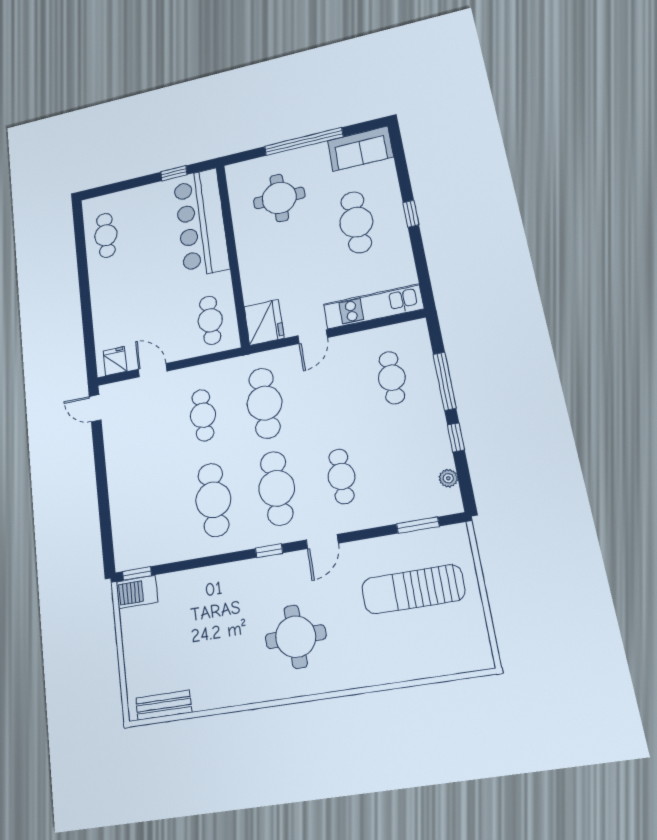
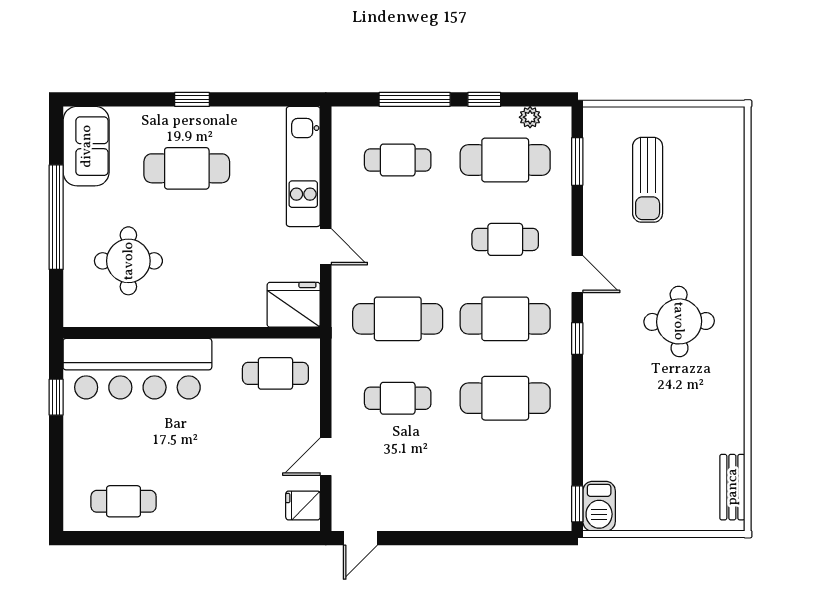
cafe table: (408, 464) -> (505, 160), added
sun lounger: (413, 589) -> (648, 180), width x0.73, depth x0.75

